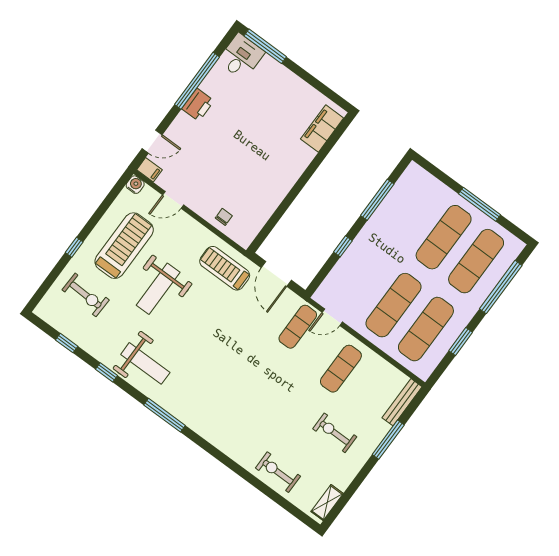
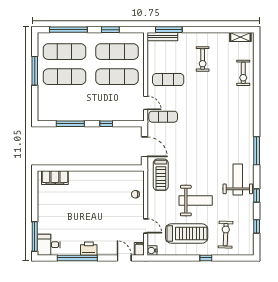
treadmill: (124, 246) -> (187, 234), turned 180
door: (276, 274) -> (145, 147), hinge flipped
window: (388, 440) -> (169, 30), moved

